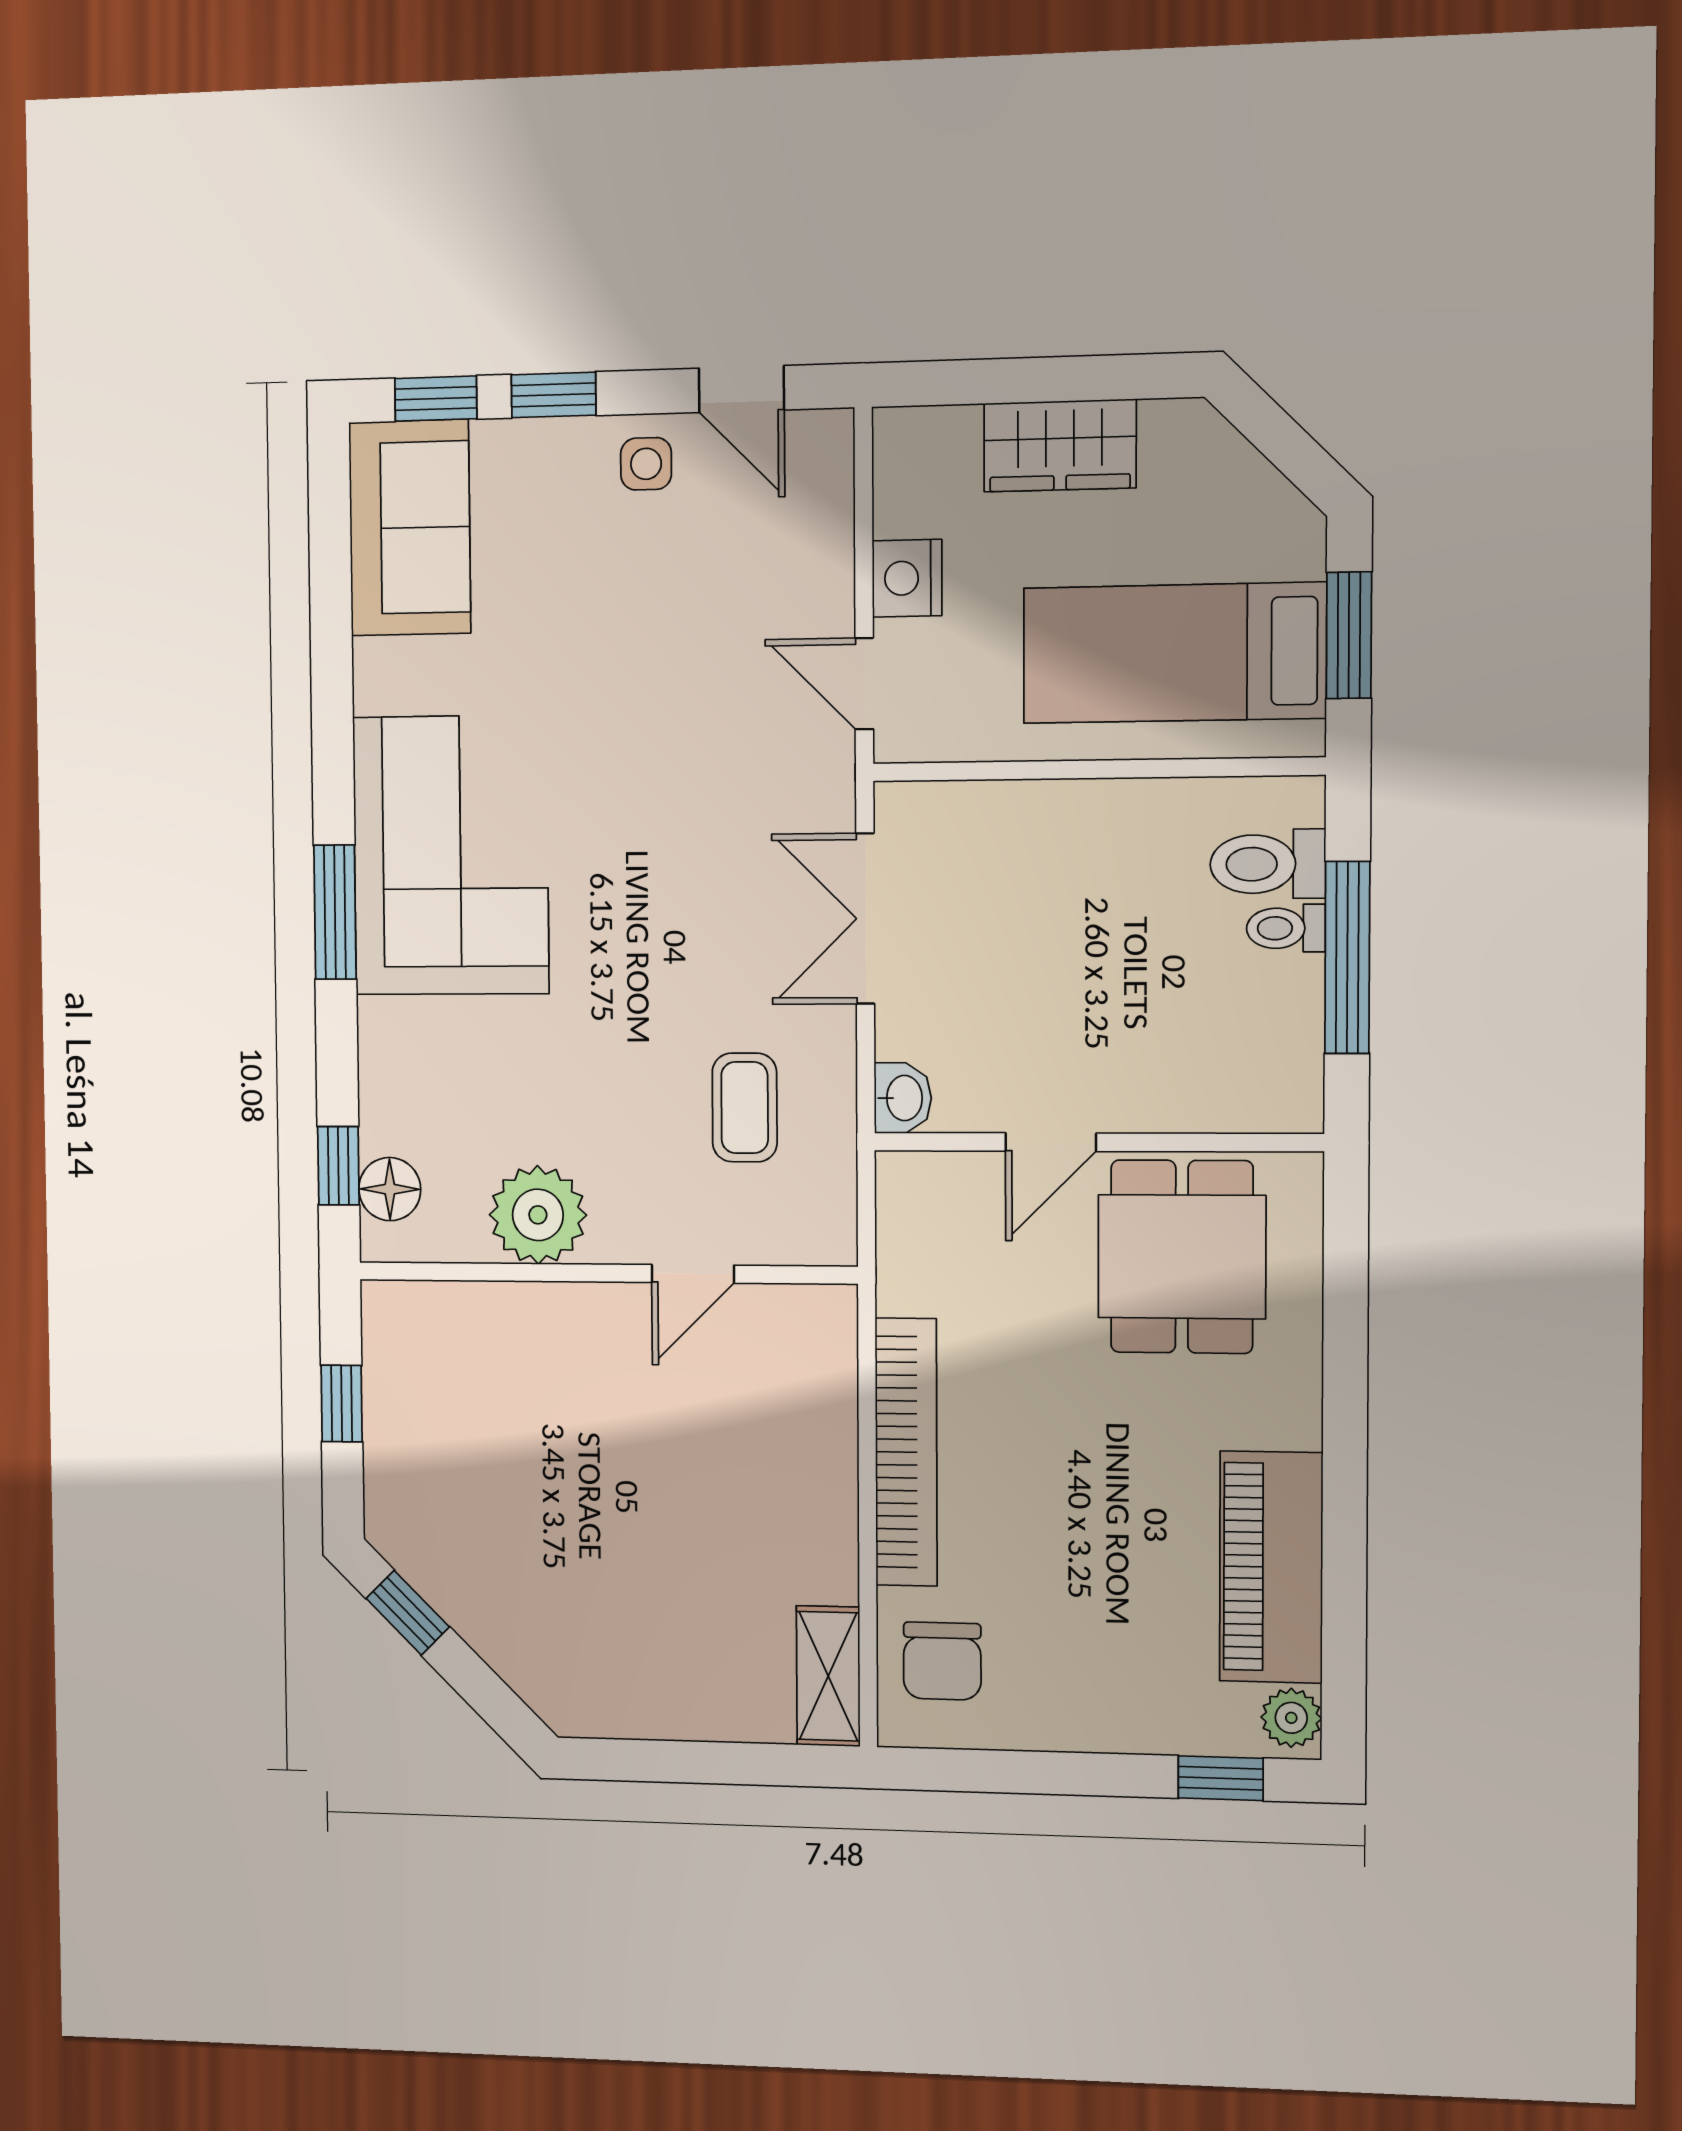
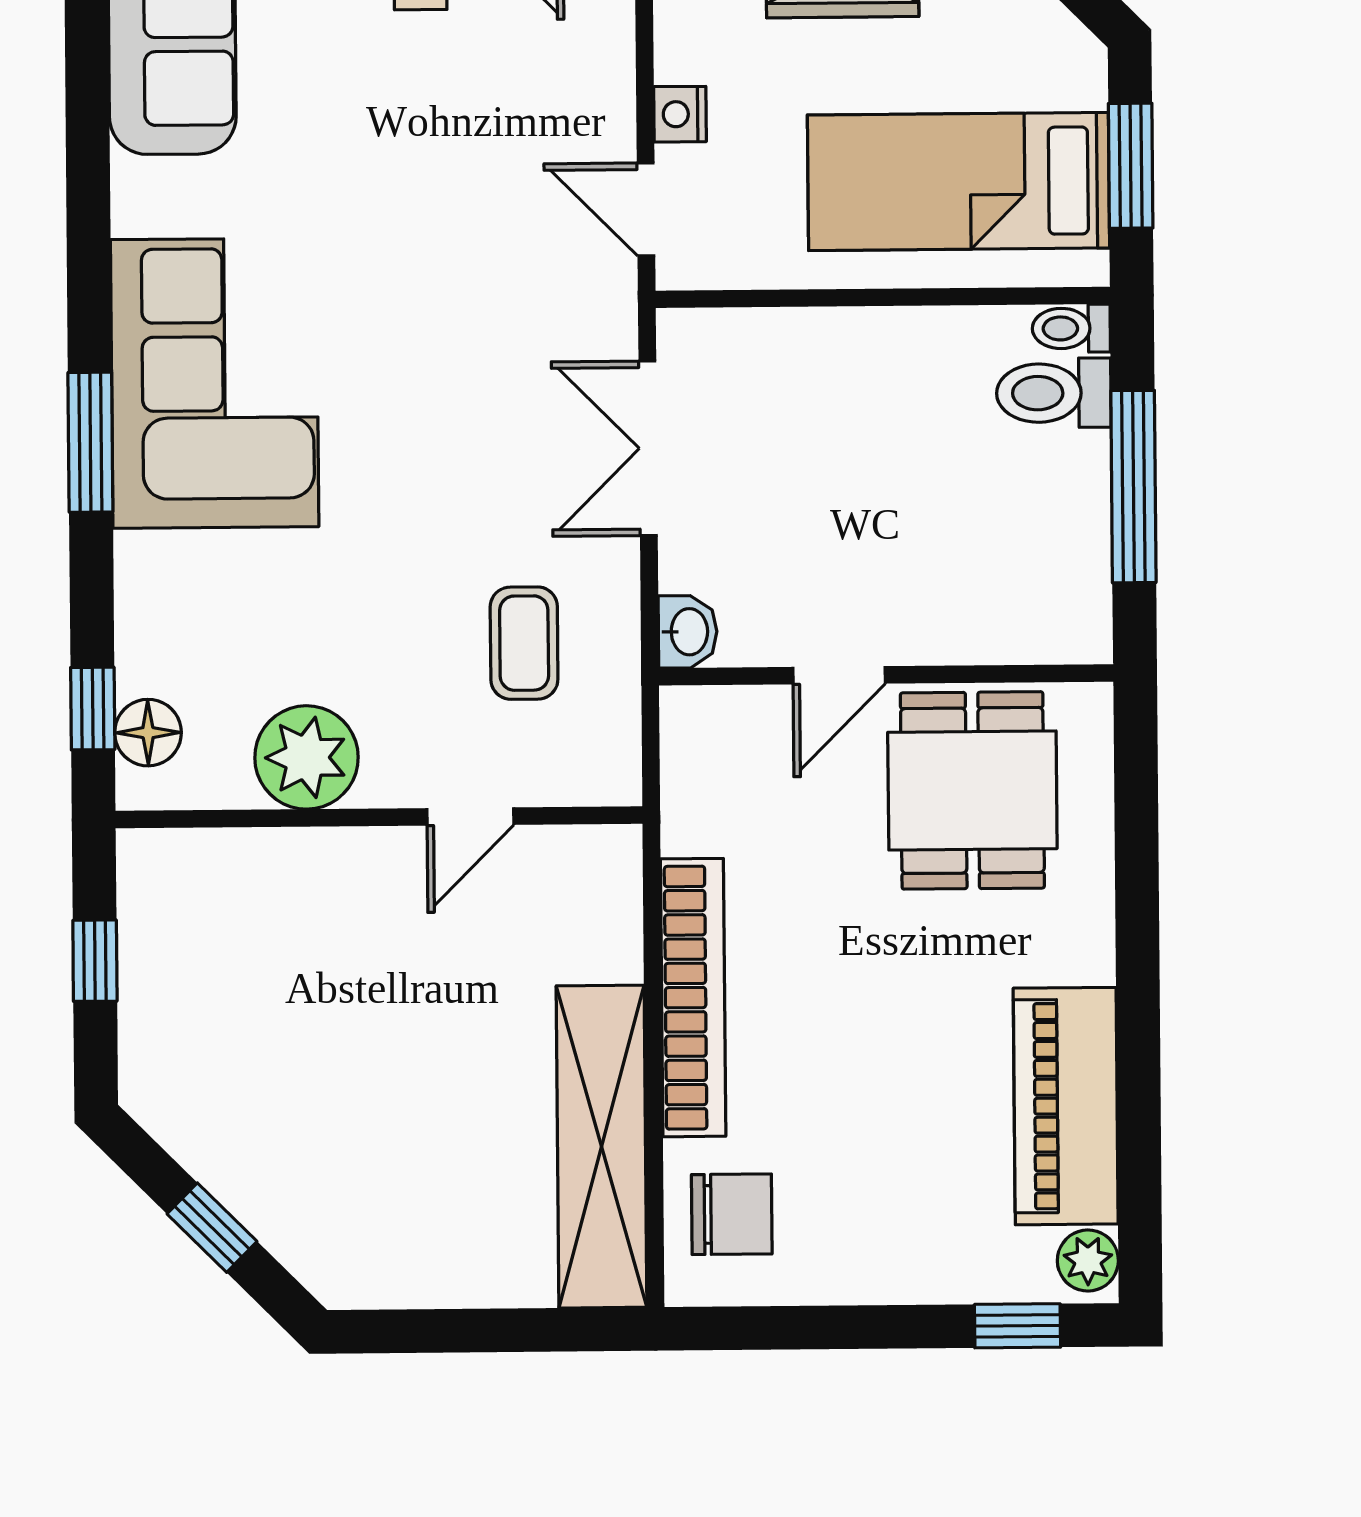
nightstand: (907, 578) -> (680, 114), width x0.72, depth x0.74
toilet: (1286, 928) -> (1071, 328), moved
window: (408, 1613) -> (212, 1228), moved
chair: (942, 1661) -> (732, 1214), turned -90
shelving: (828, 1676) -> (602, 1147), width x2.20, depth x1.33

